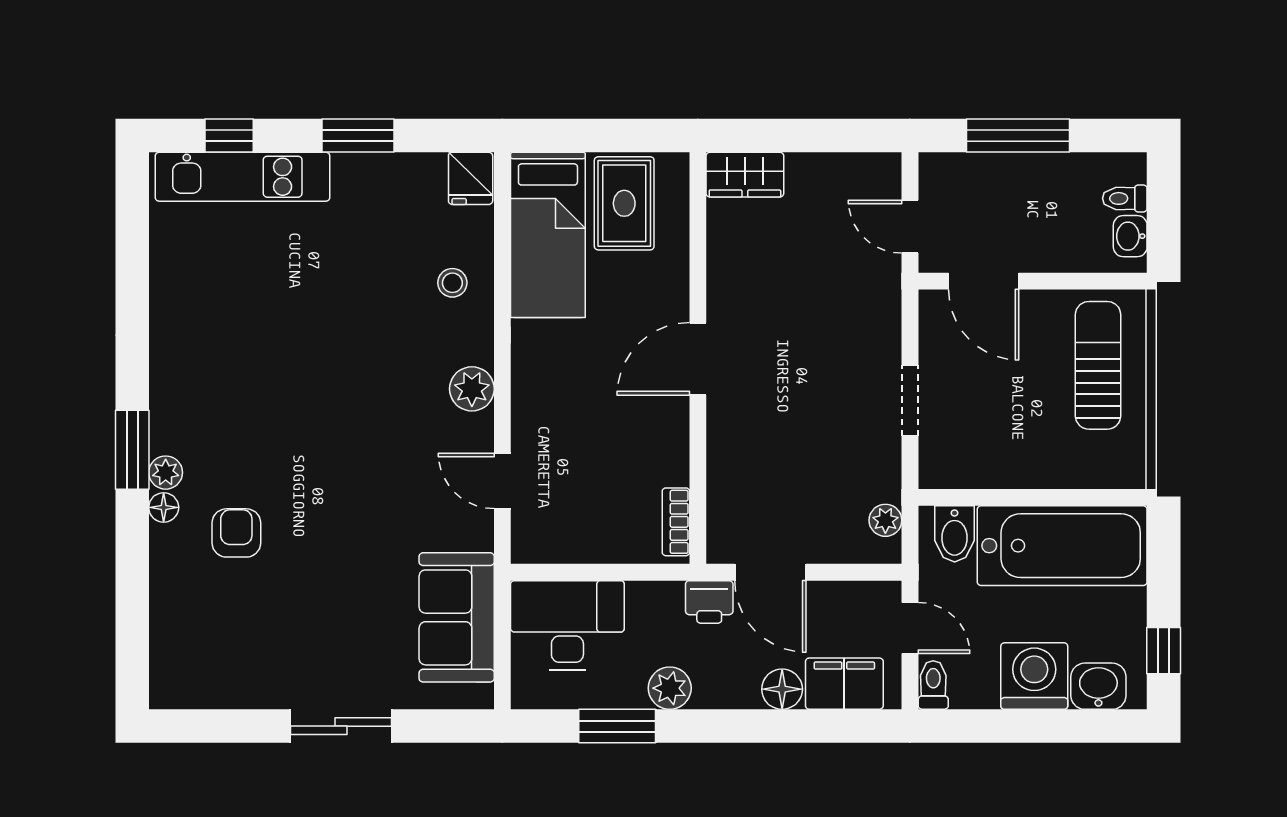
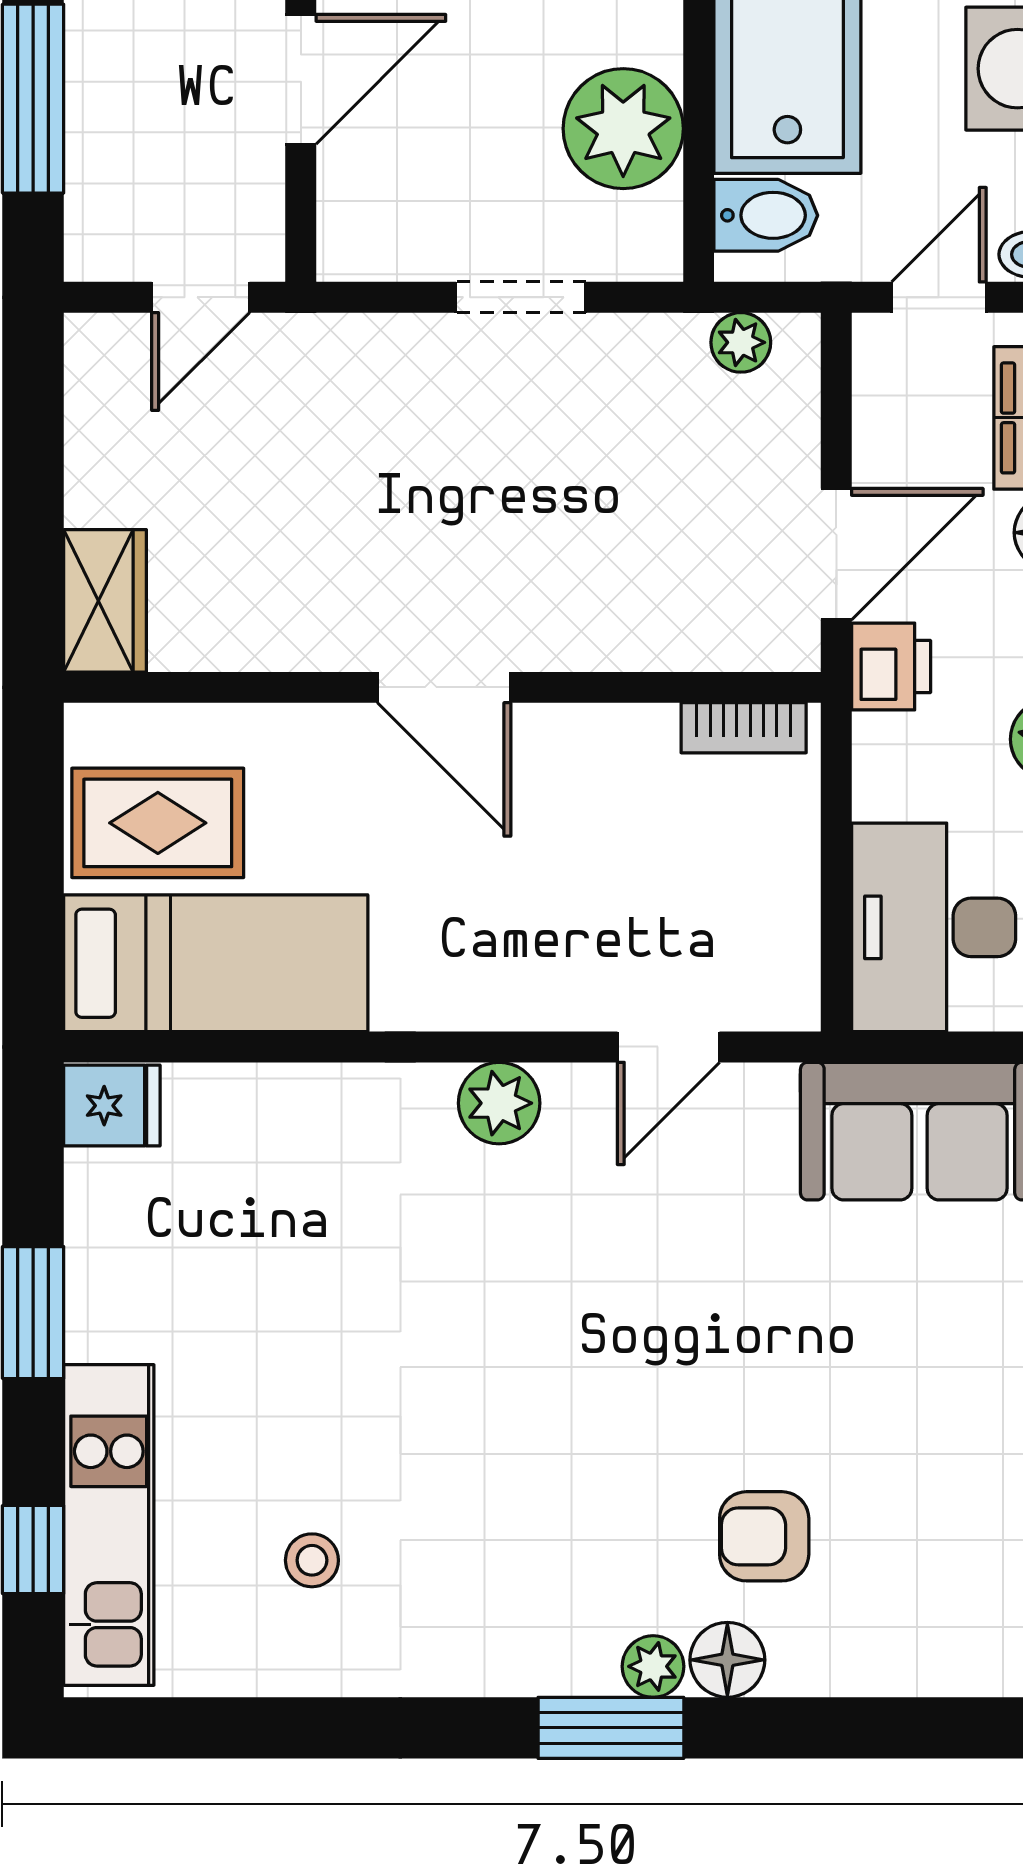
door: (984, 281) -> (301, 79), moved
stool: (452, 283) -> (312, 1560), moved
plant: (1002, 456) -> (623, 129), added
floor lamp: (164, 507) -> (727, 1660), width x1.37, depth x1.37

